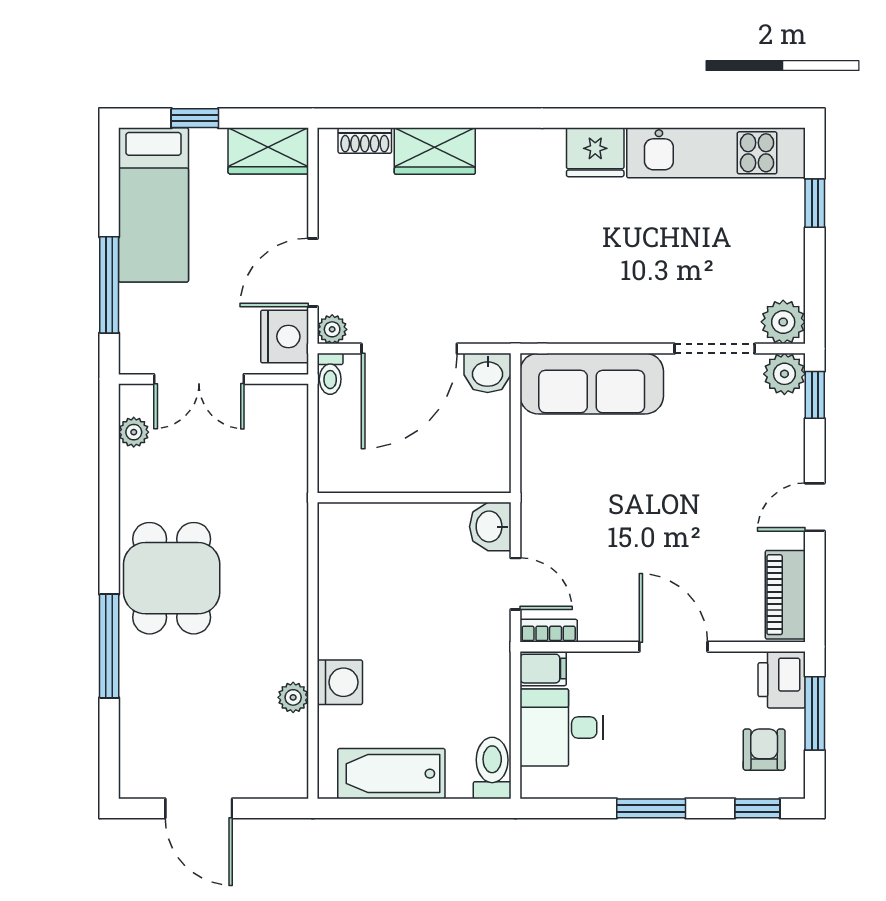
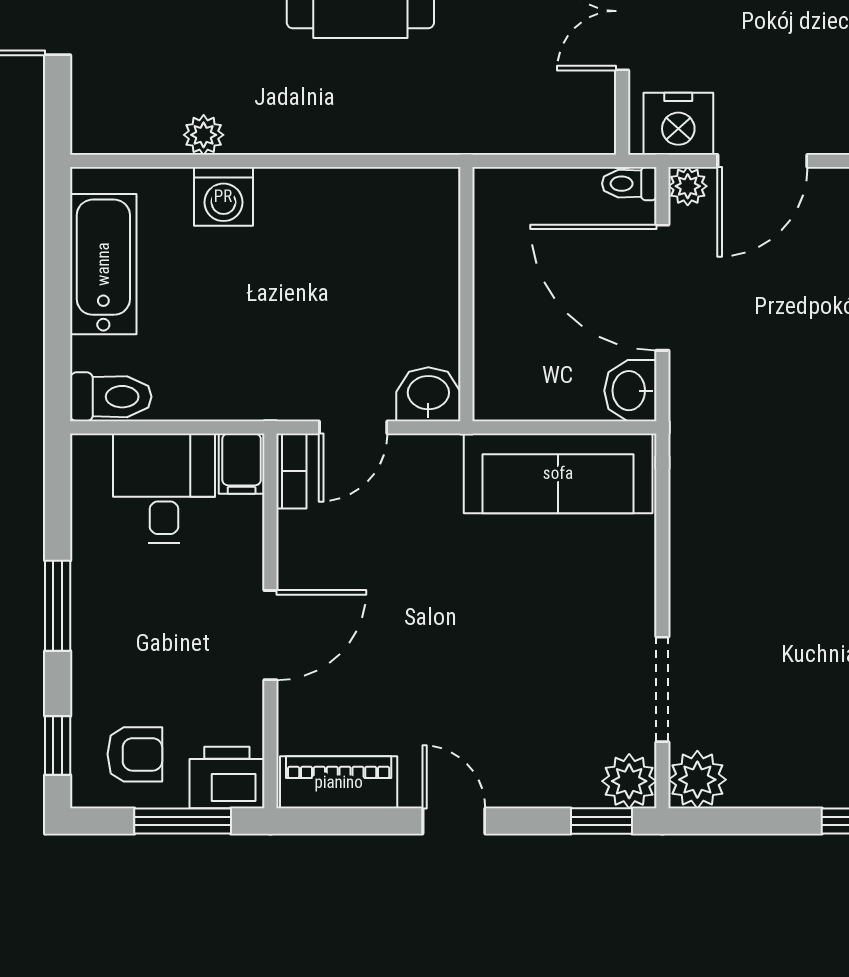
door: (313, 272) -> (762, 161), swing flipped
sofa: (592, 384) -> (558, 473), moved, turned -90

